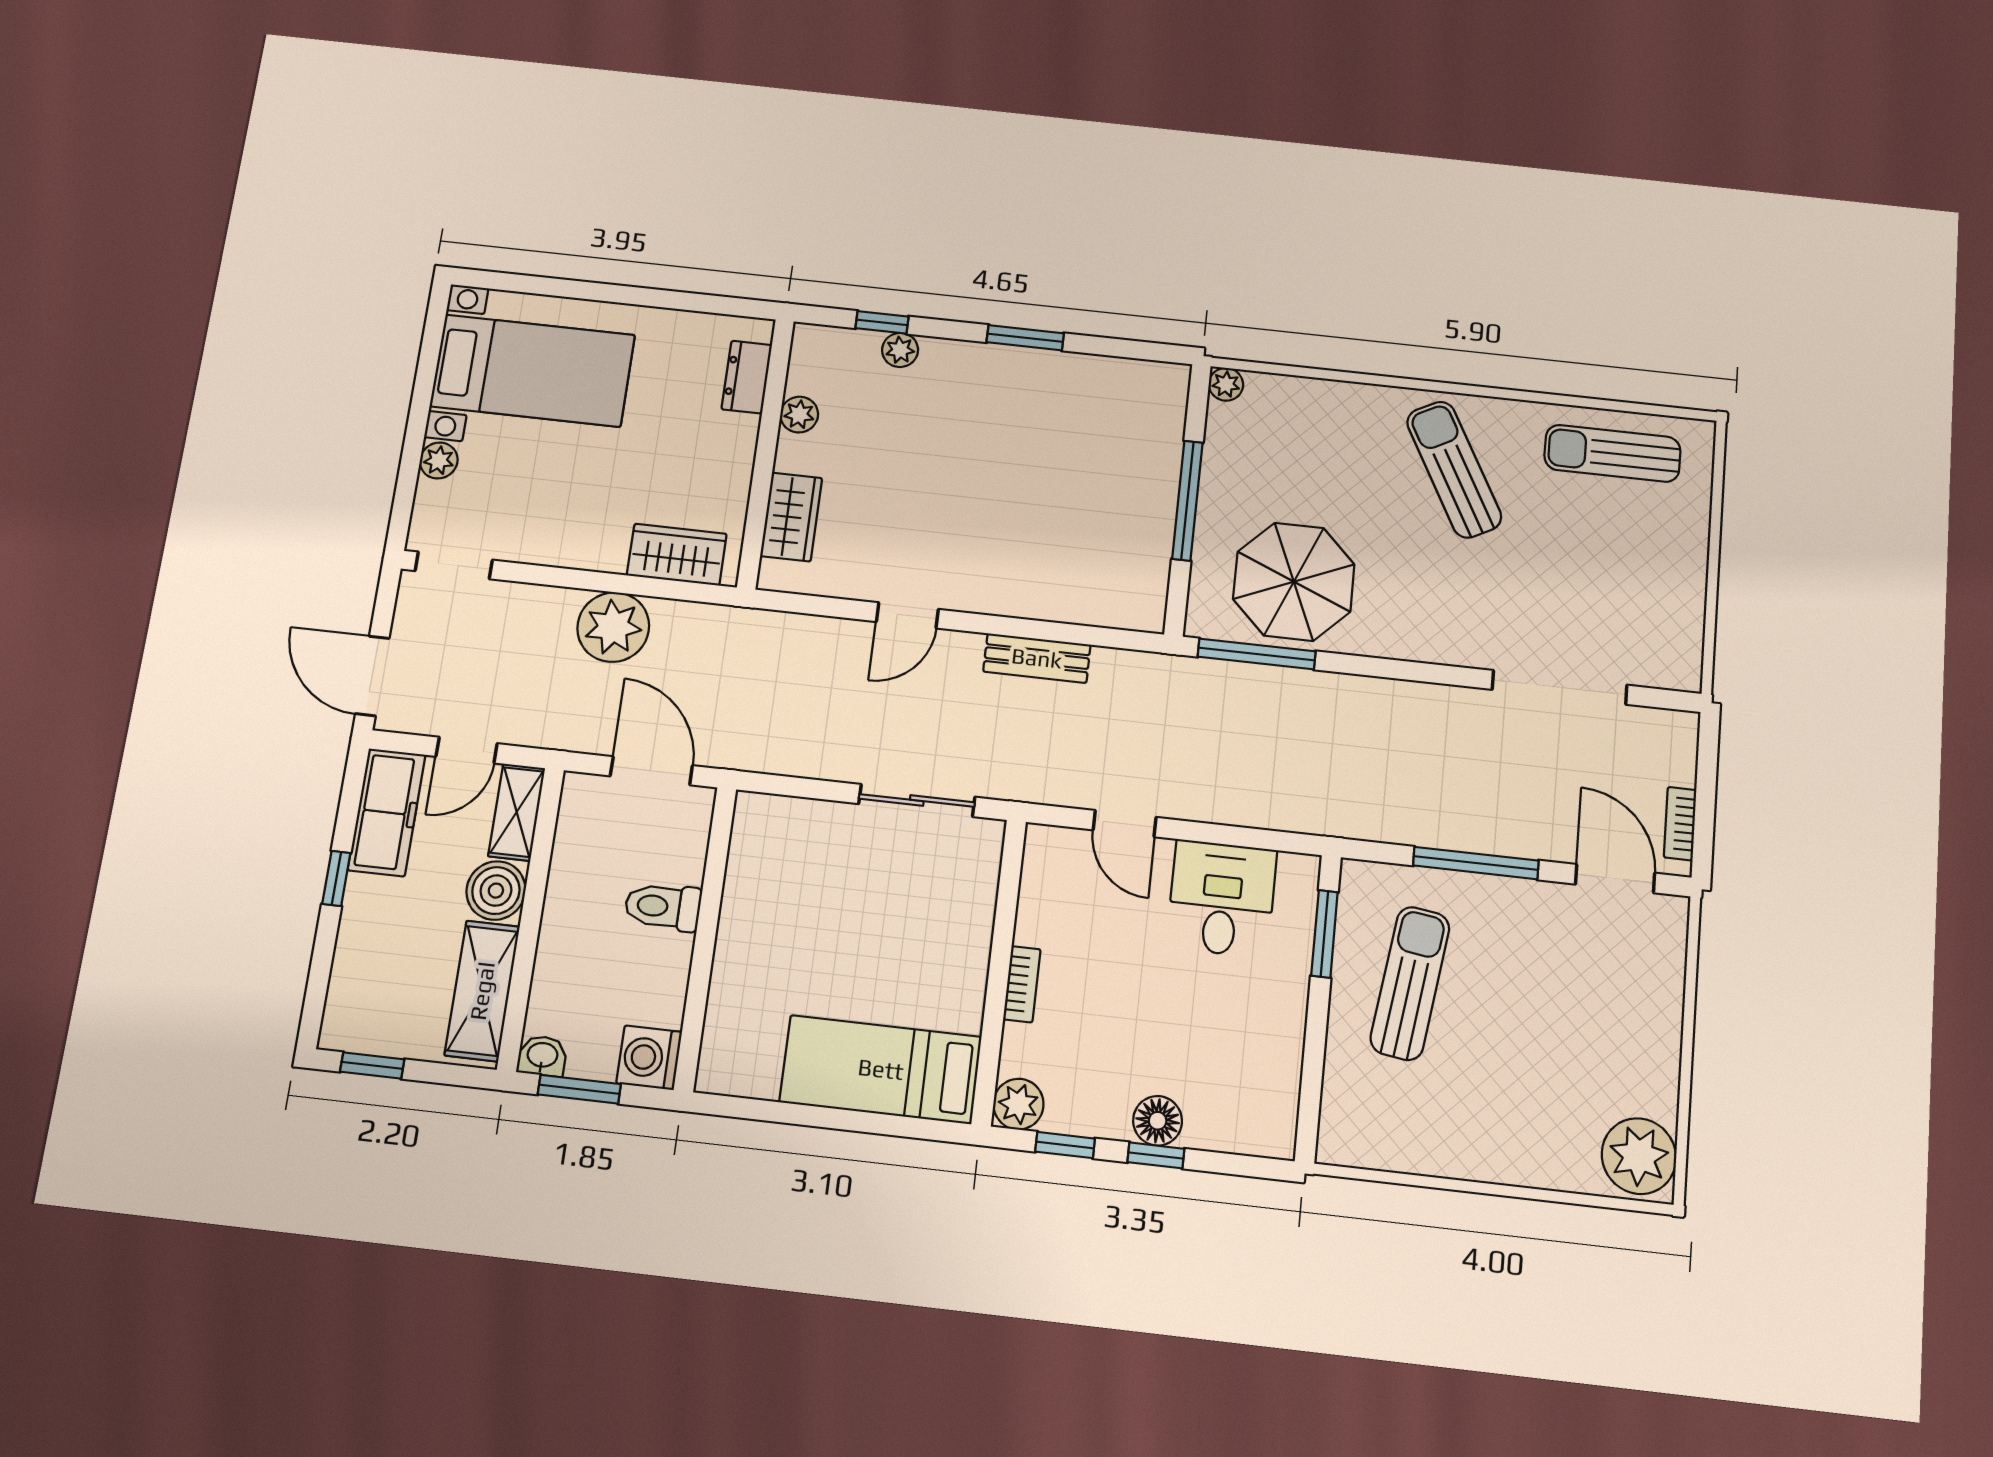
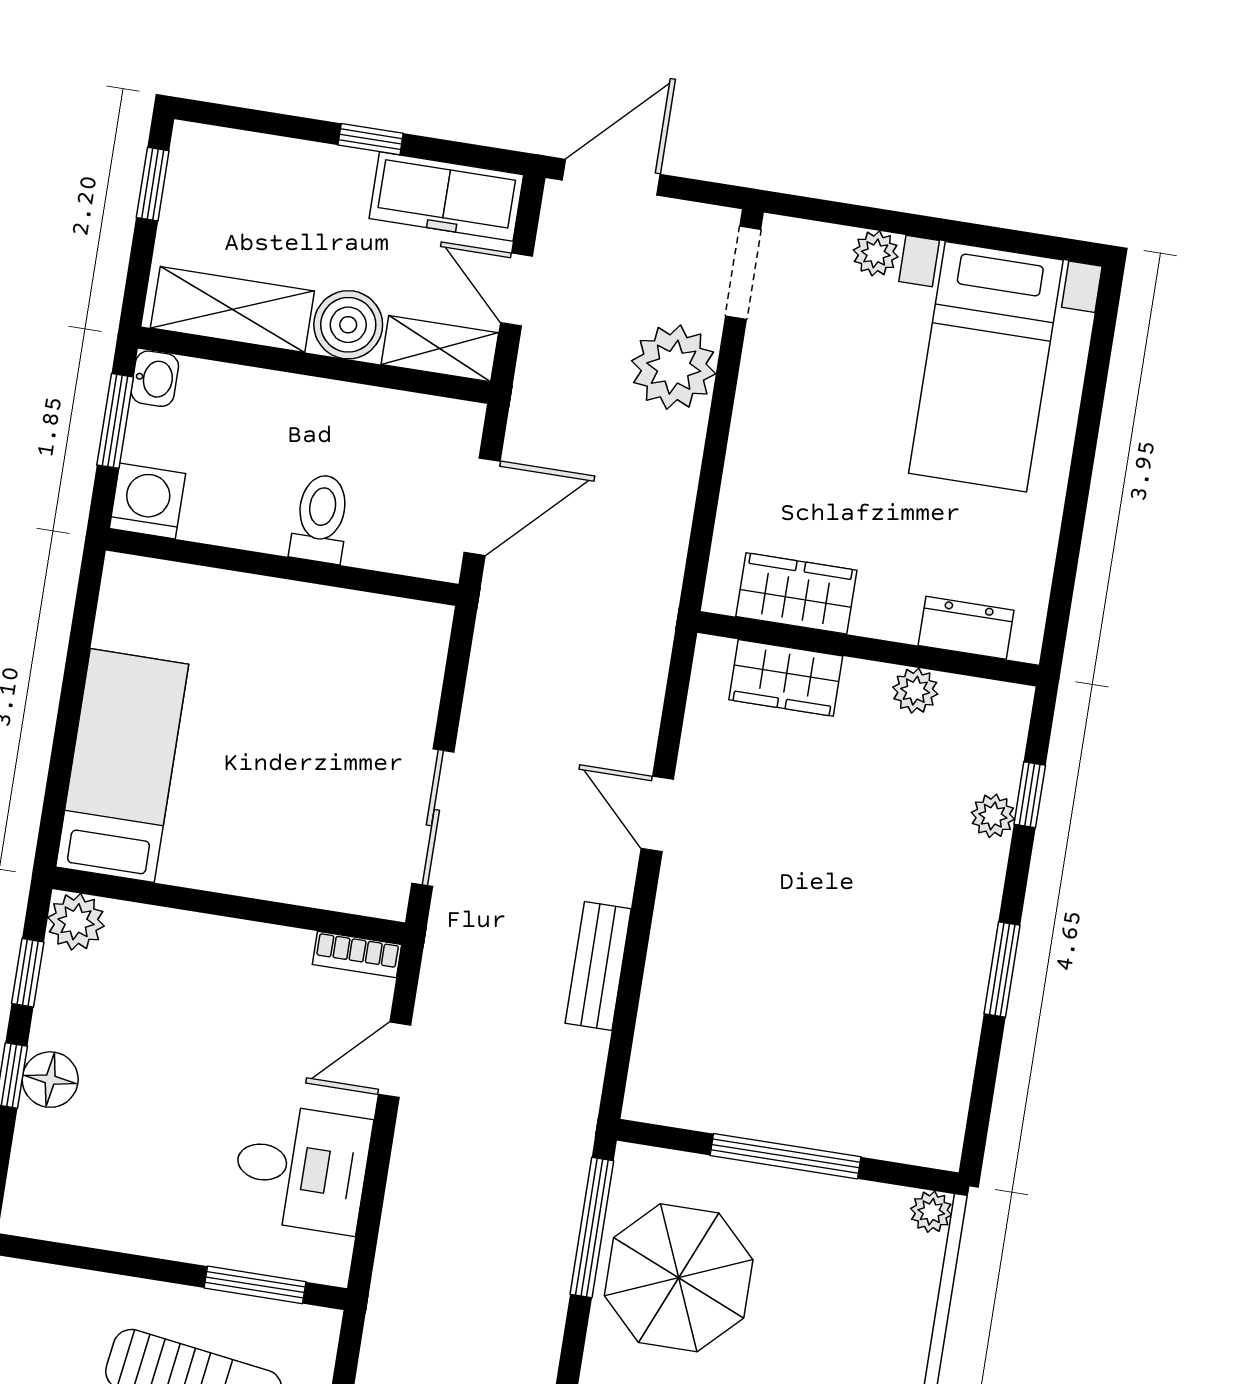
wardrobe: (677, 555) -> (796, 593), moved, turned -90
plant: (613, 627) -> (674, 367), moved
bookcase: (1022, 984) -> (357, 954), moved

